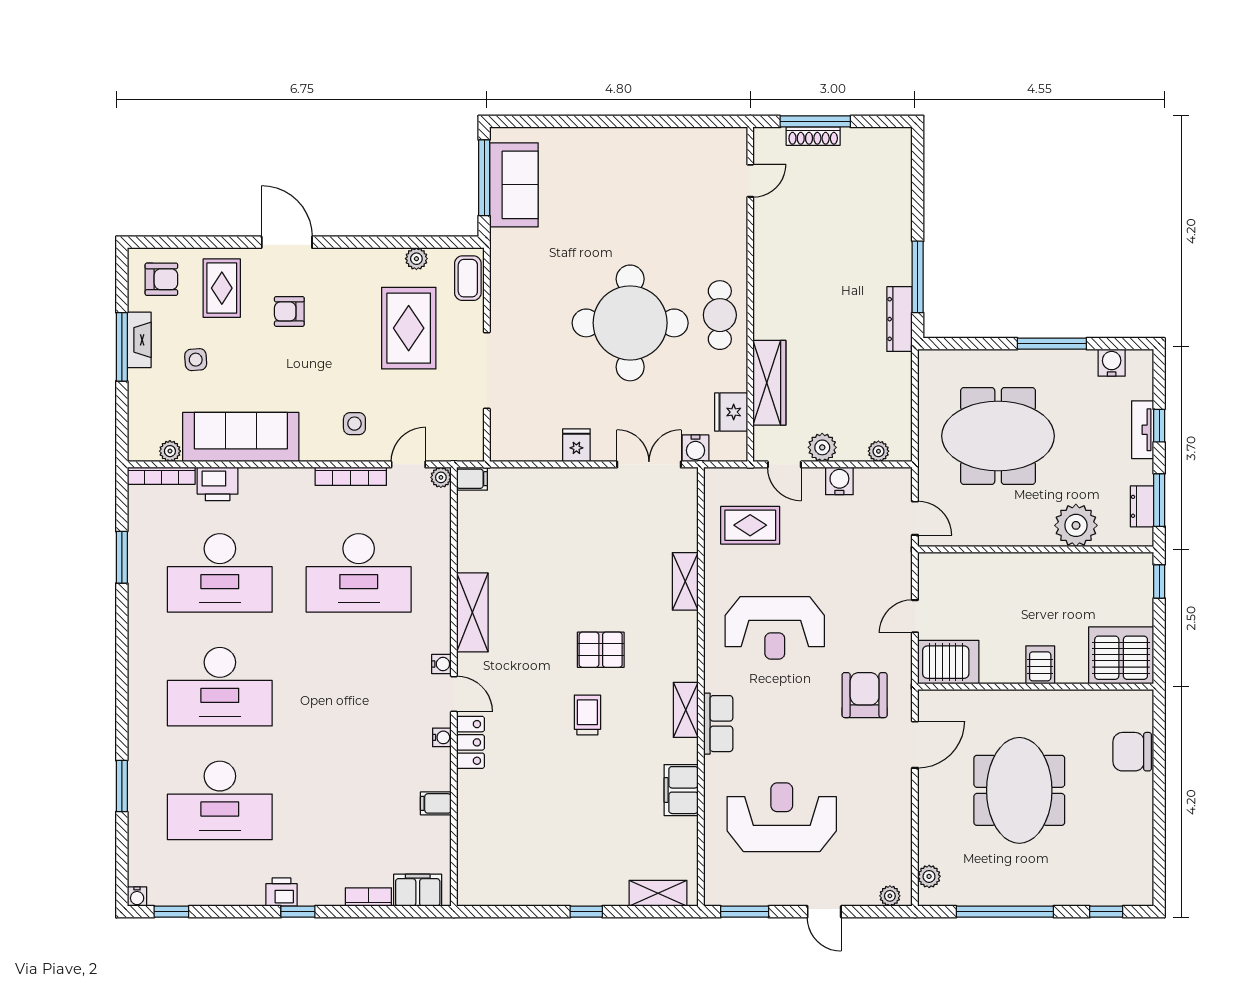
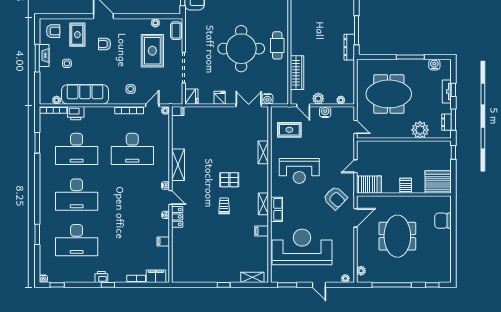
fridge: (731, 412) -> (191, 97), moved, turned 180
armchair: (865, 695) -> (335, 198), turned 134
filing cabinet: (681, 790) -> (262, 231), width x0.50
reception desk: (782, 817) -> (302, 247), width x1.36, depth x1.30

